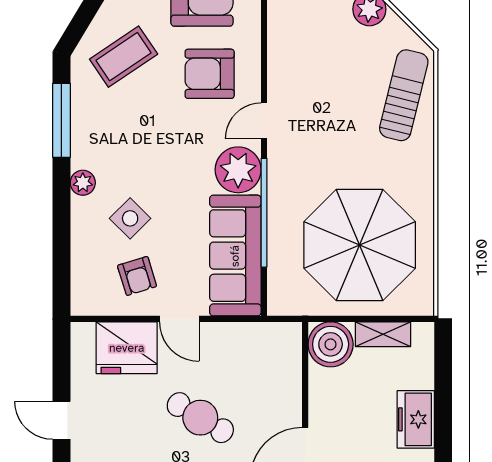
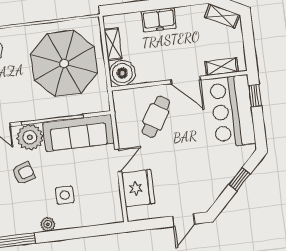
side table: (130, 218) -> (65, 195), turned 45
armchair: (137, 276) -> (24, 173), moved
cafe table: (200, 418) -> (156, 117), moved

